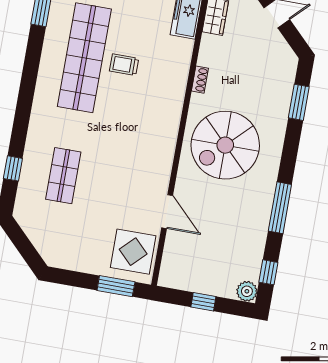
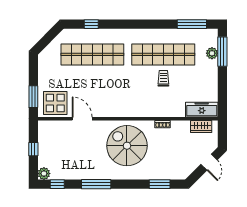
shop shelf: (63, 176) -> (92, 54), width x2.00, depth x1.36
door: (167, 212) -> (82, 119), swing flipped

